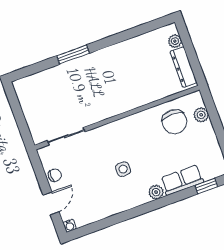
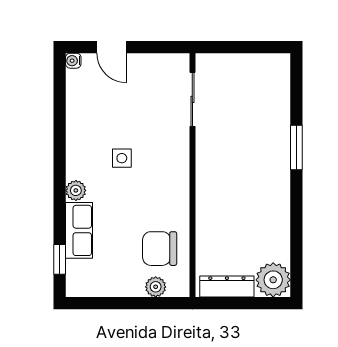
plant: (175, 41) -> (273, 280), width x1.87, depth x1.87
chair: (55, 175) -> (147, 66), removed

